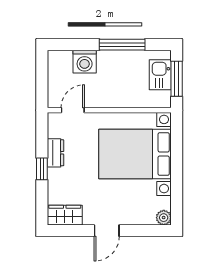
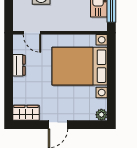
door: (73, 110) -> (32, 33), swing flipped
window: (42, 169) -> (9, 77), removed

